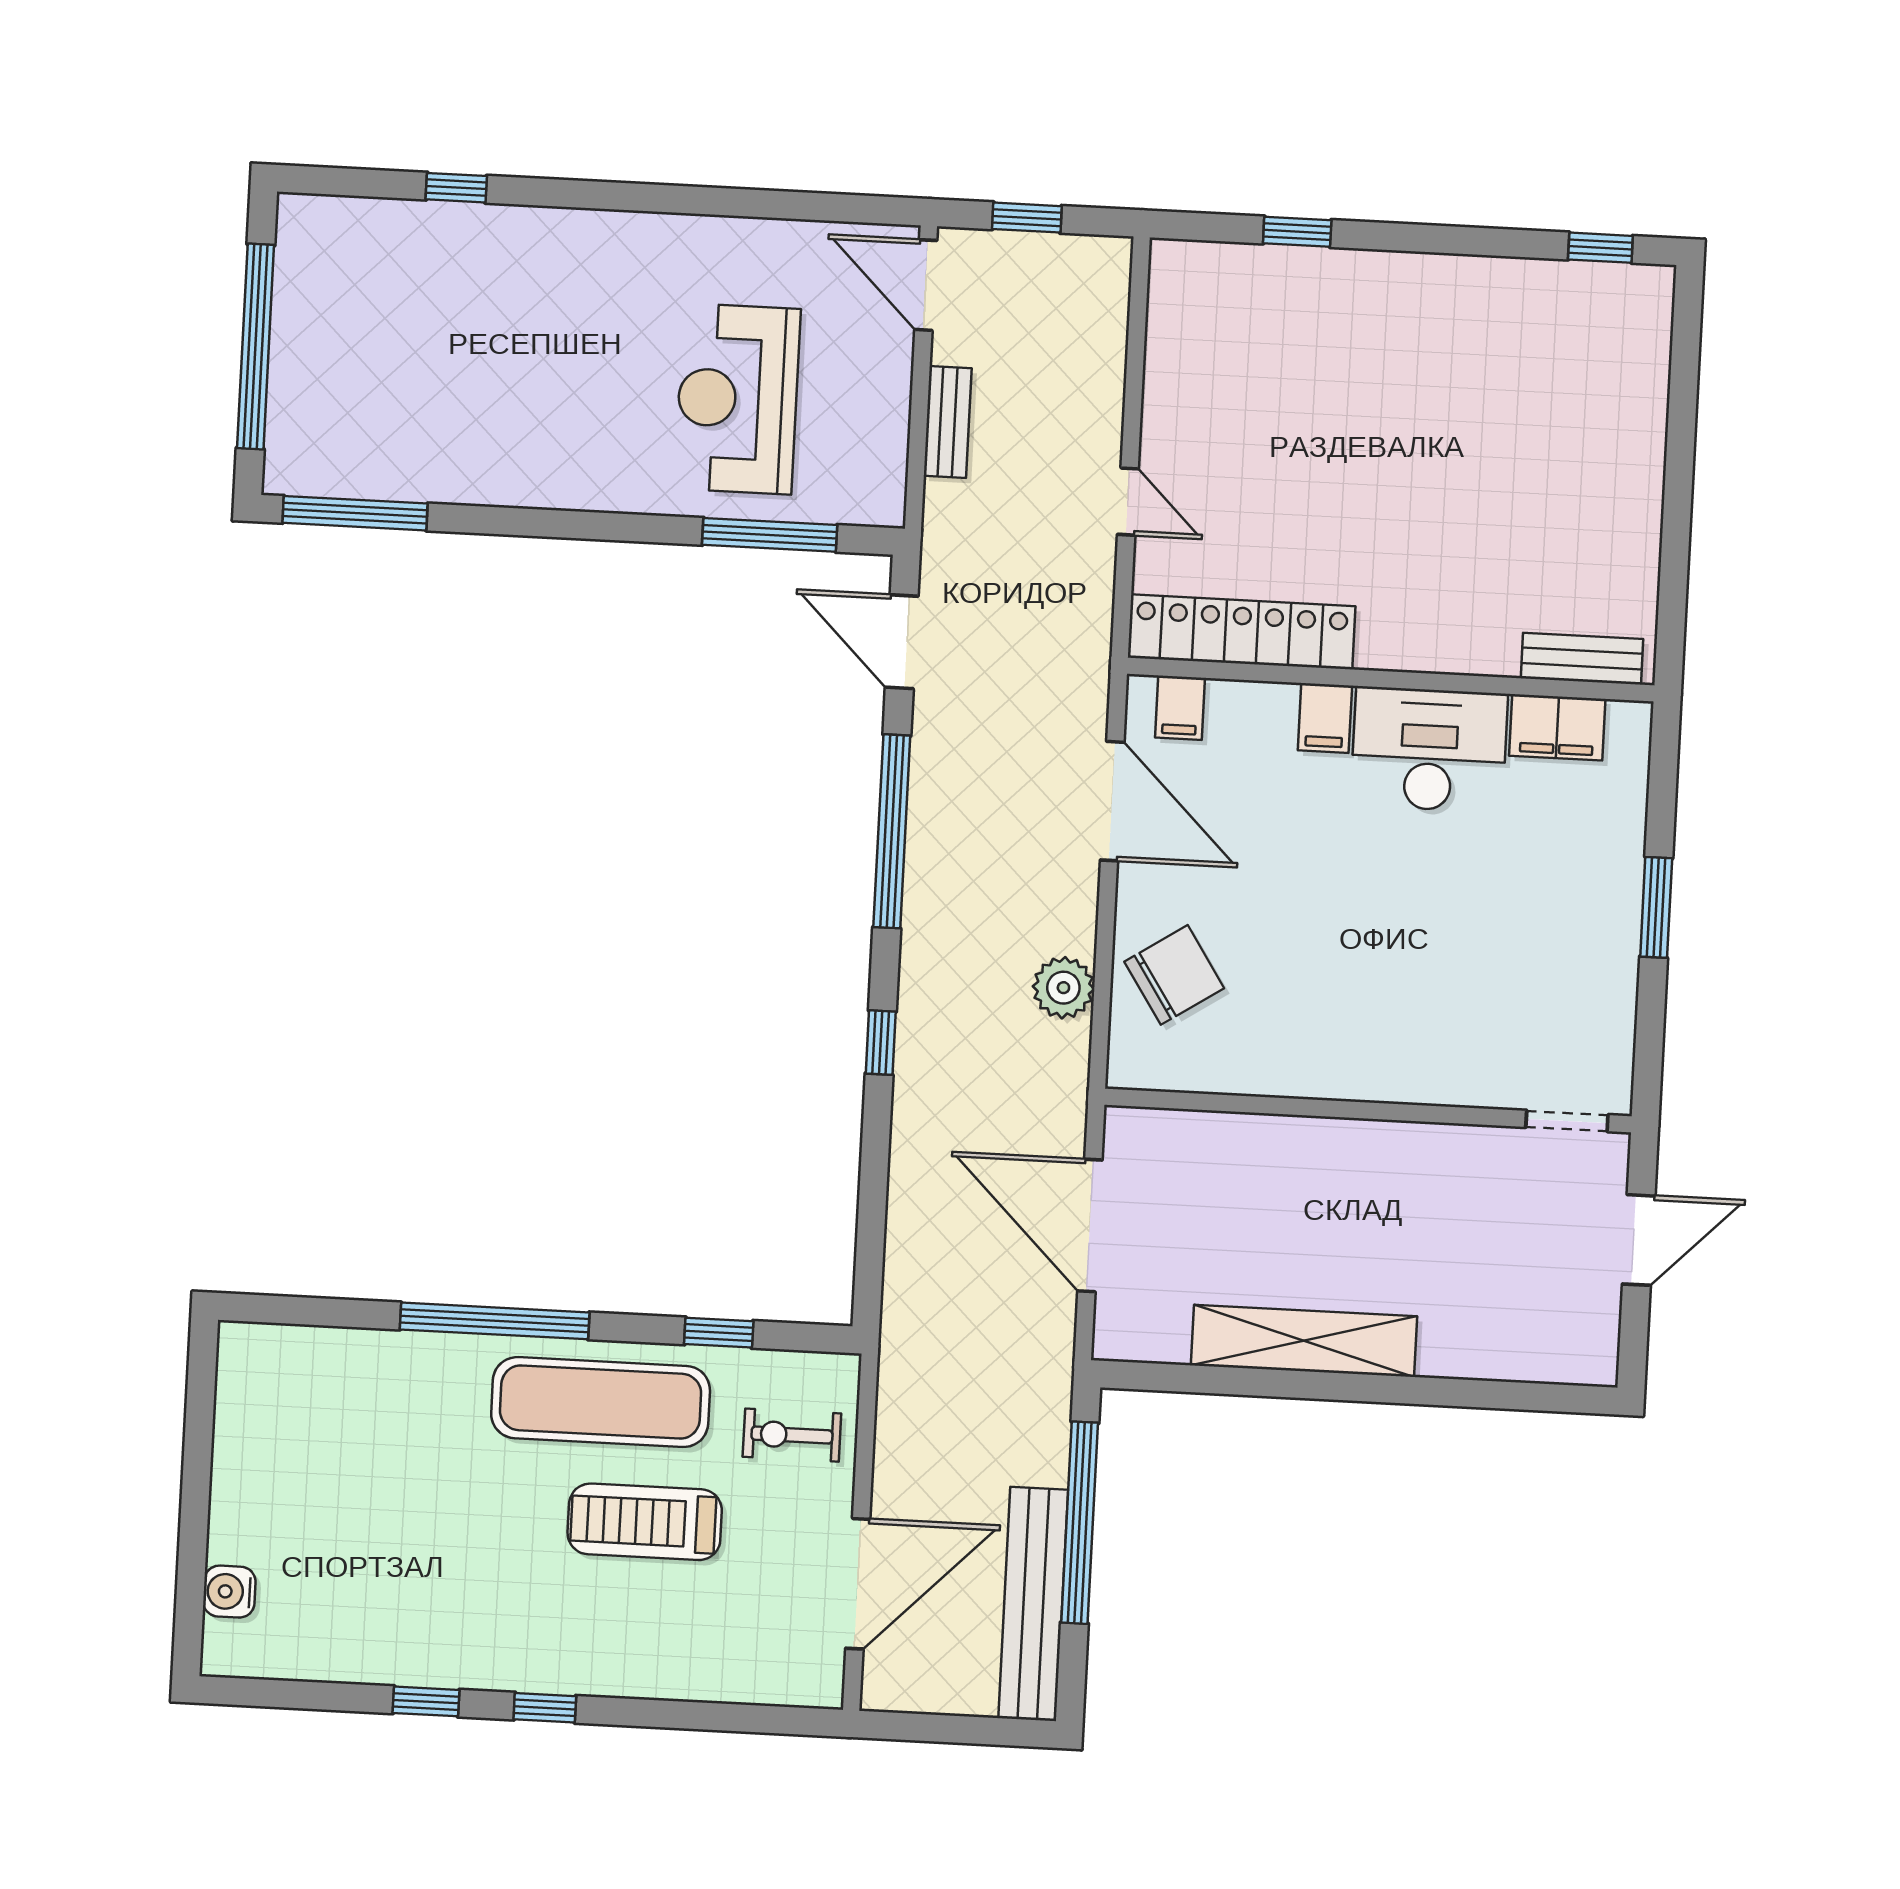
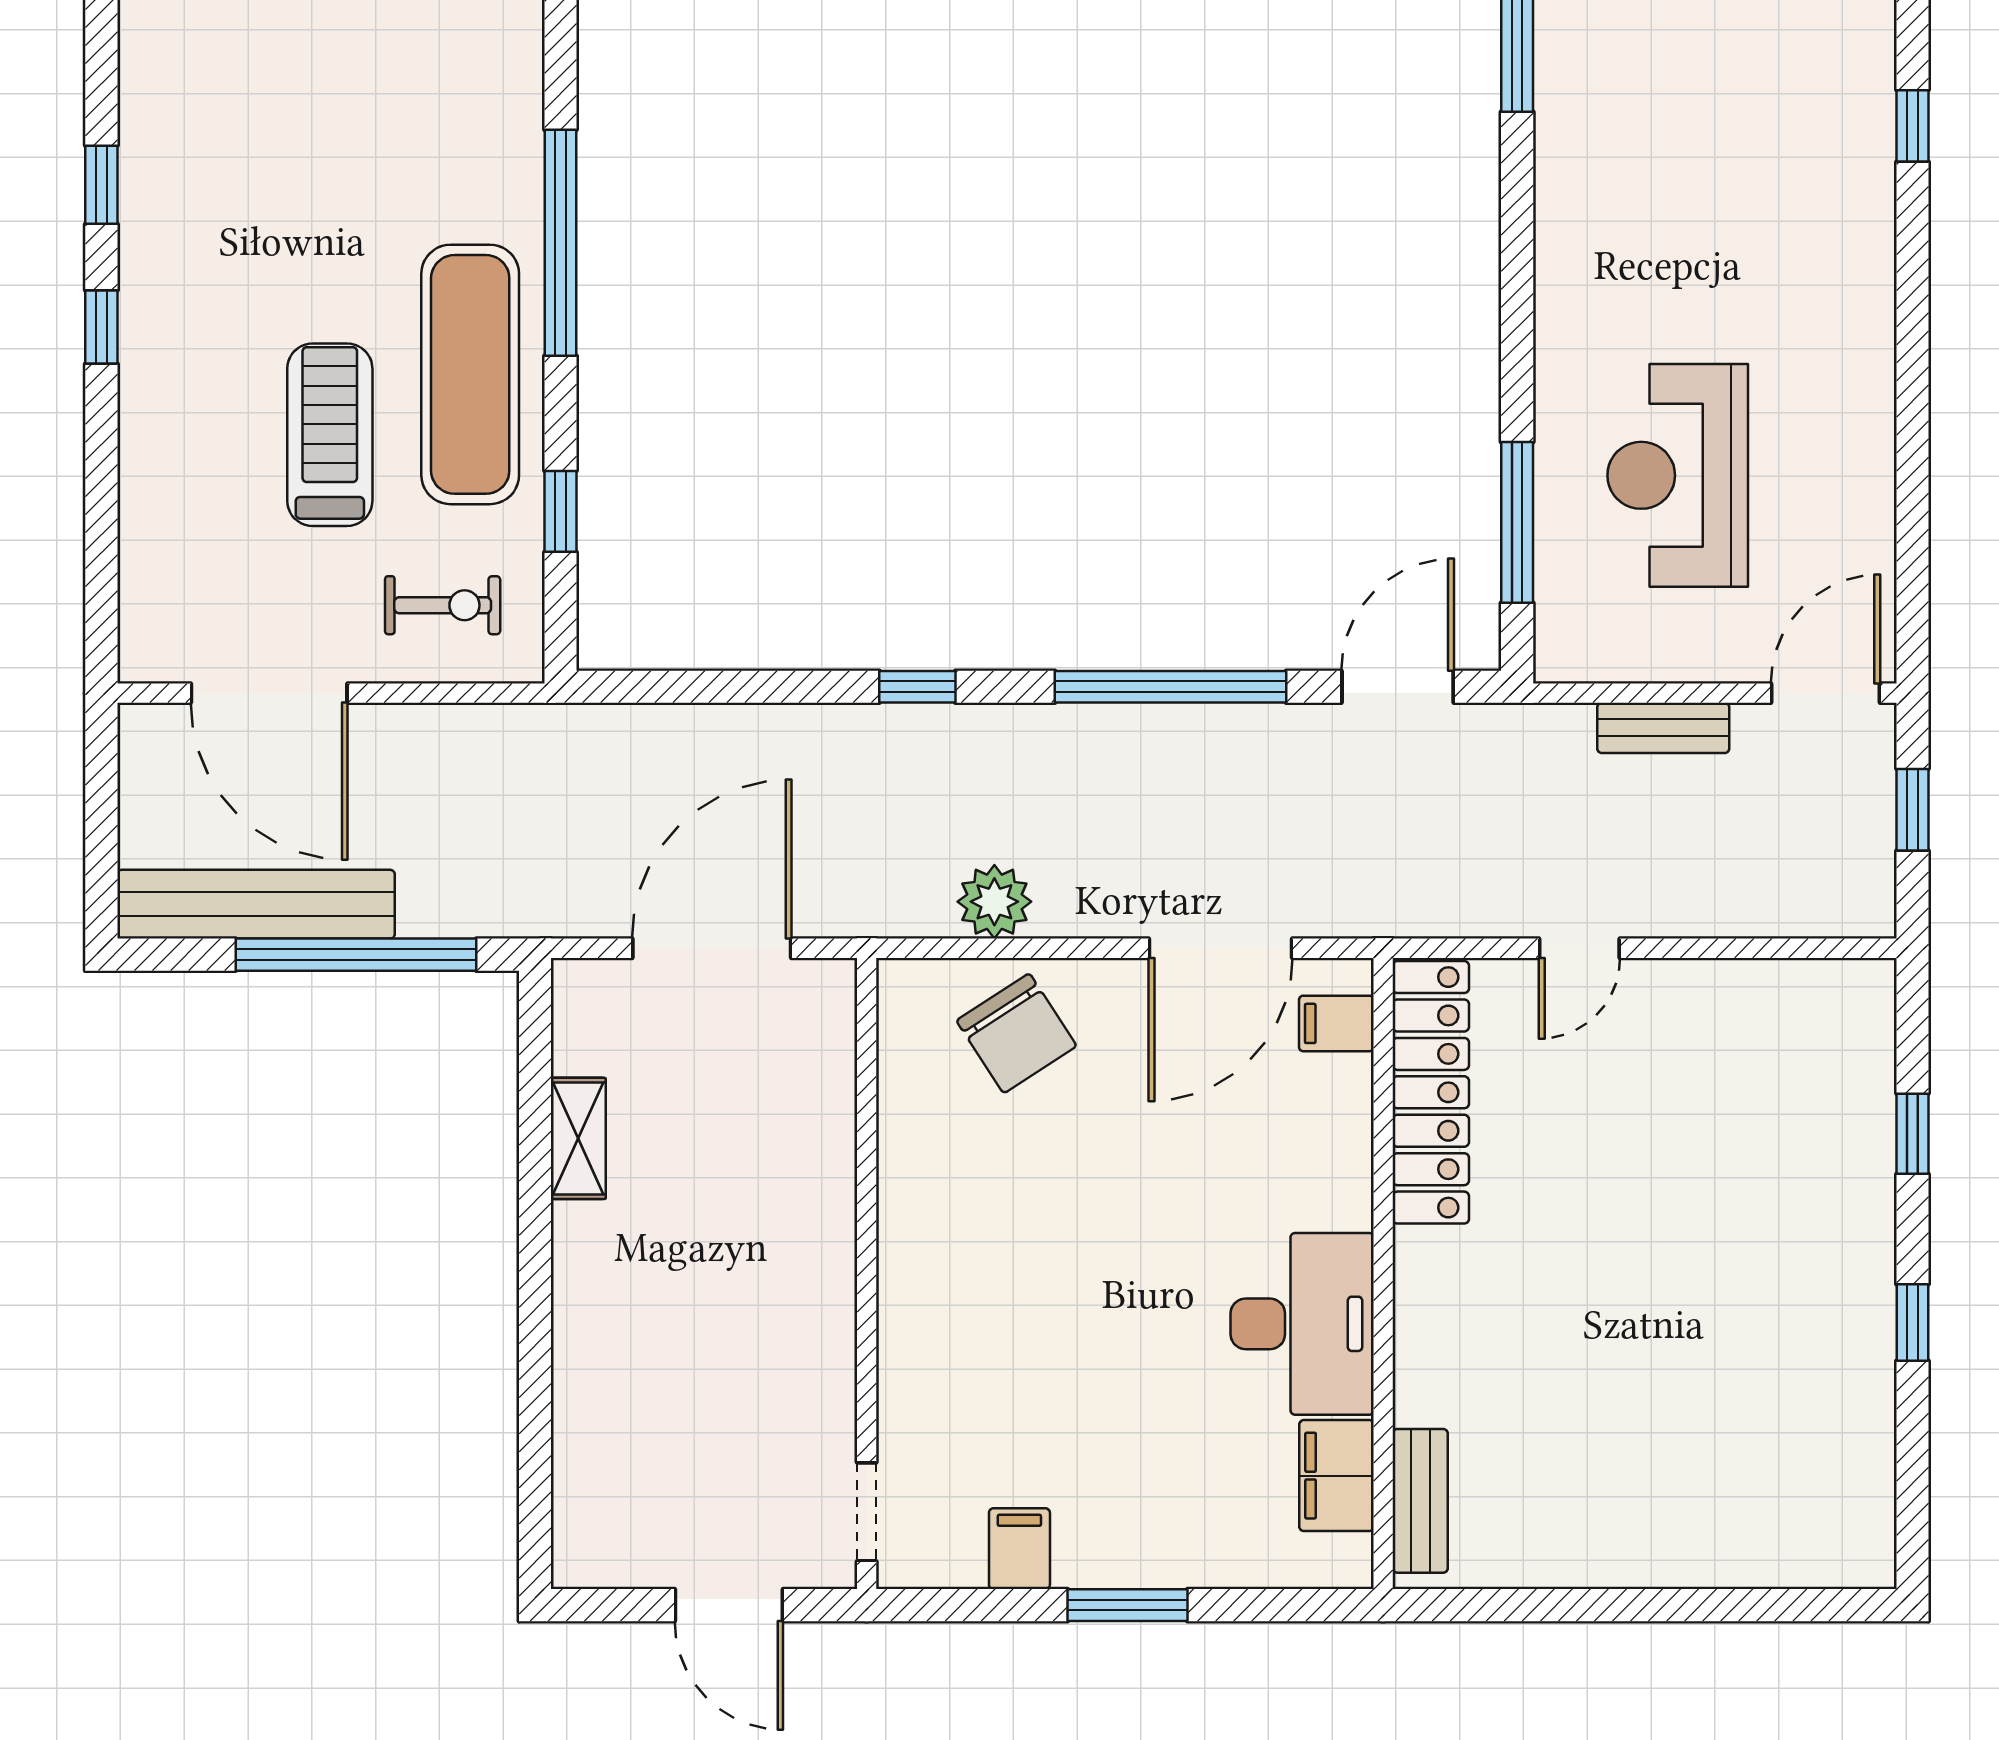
window: (1600, 248) -> (1912, 1323), moved
reception desk: (738, 399) -> (1678, 475), turned -90
filing cabinet: (1325, 718) -> (1019, 1549), moved, turned 90
shelving: (1304, 1341) -> (578, 1138), width x0.45, depth x0.75
exercise bike: (792, 1435) -> (443, 605), turned 90

